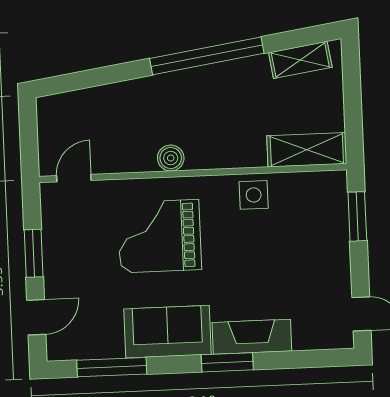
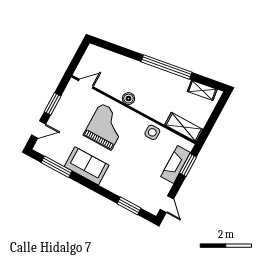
grand piano: (159, 236) -> (106, 126), turned 90
fireplace: (252, 337) -> (176, 165), moved, turned -90
window: (227, 362) -> (129, 206), moved

